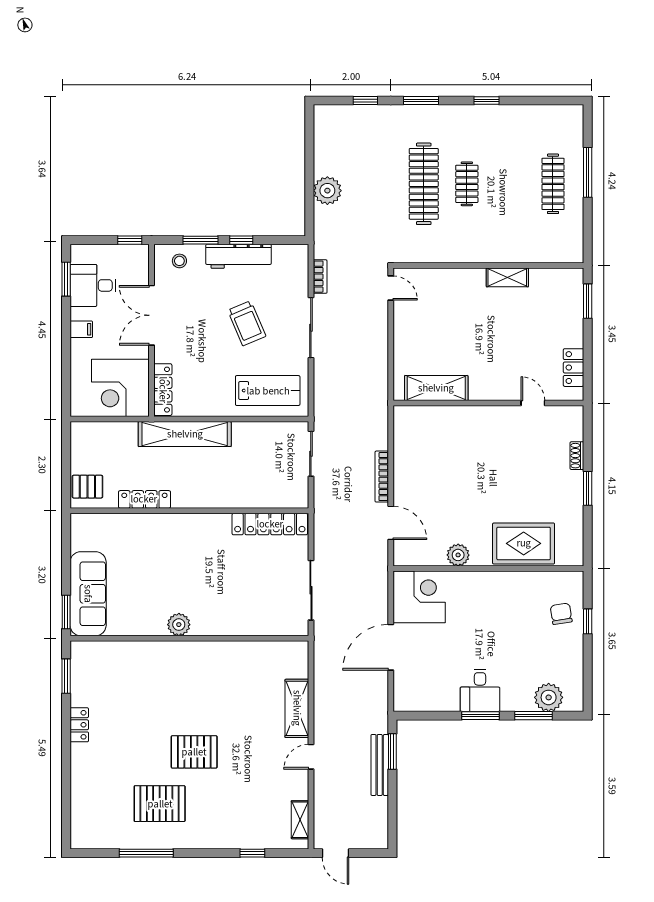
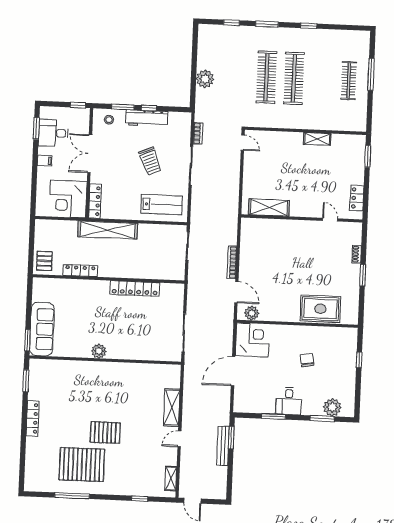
clothes rail: (467, 184) -> (294, 78), width x1.86, depth x1.31
pallet: (87, 487) -> (44, 261), turned 90
locker: (270, 524) -> (135, 289), moved
plant: (458, 555) -> (252, 313), moved
chair: (561, 614) -> (307, 360), moved
window: (481, 716) -> (274, 416), moved
locker: (79, 725) -> (33, 418), width x1.53
pallet: (160, 804) -> (82, 465), width x1.37, depth x1.41

